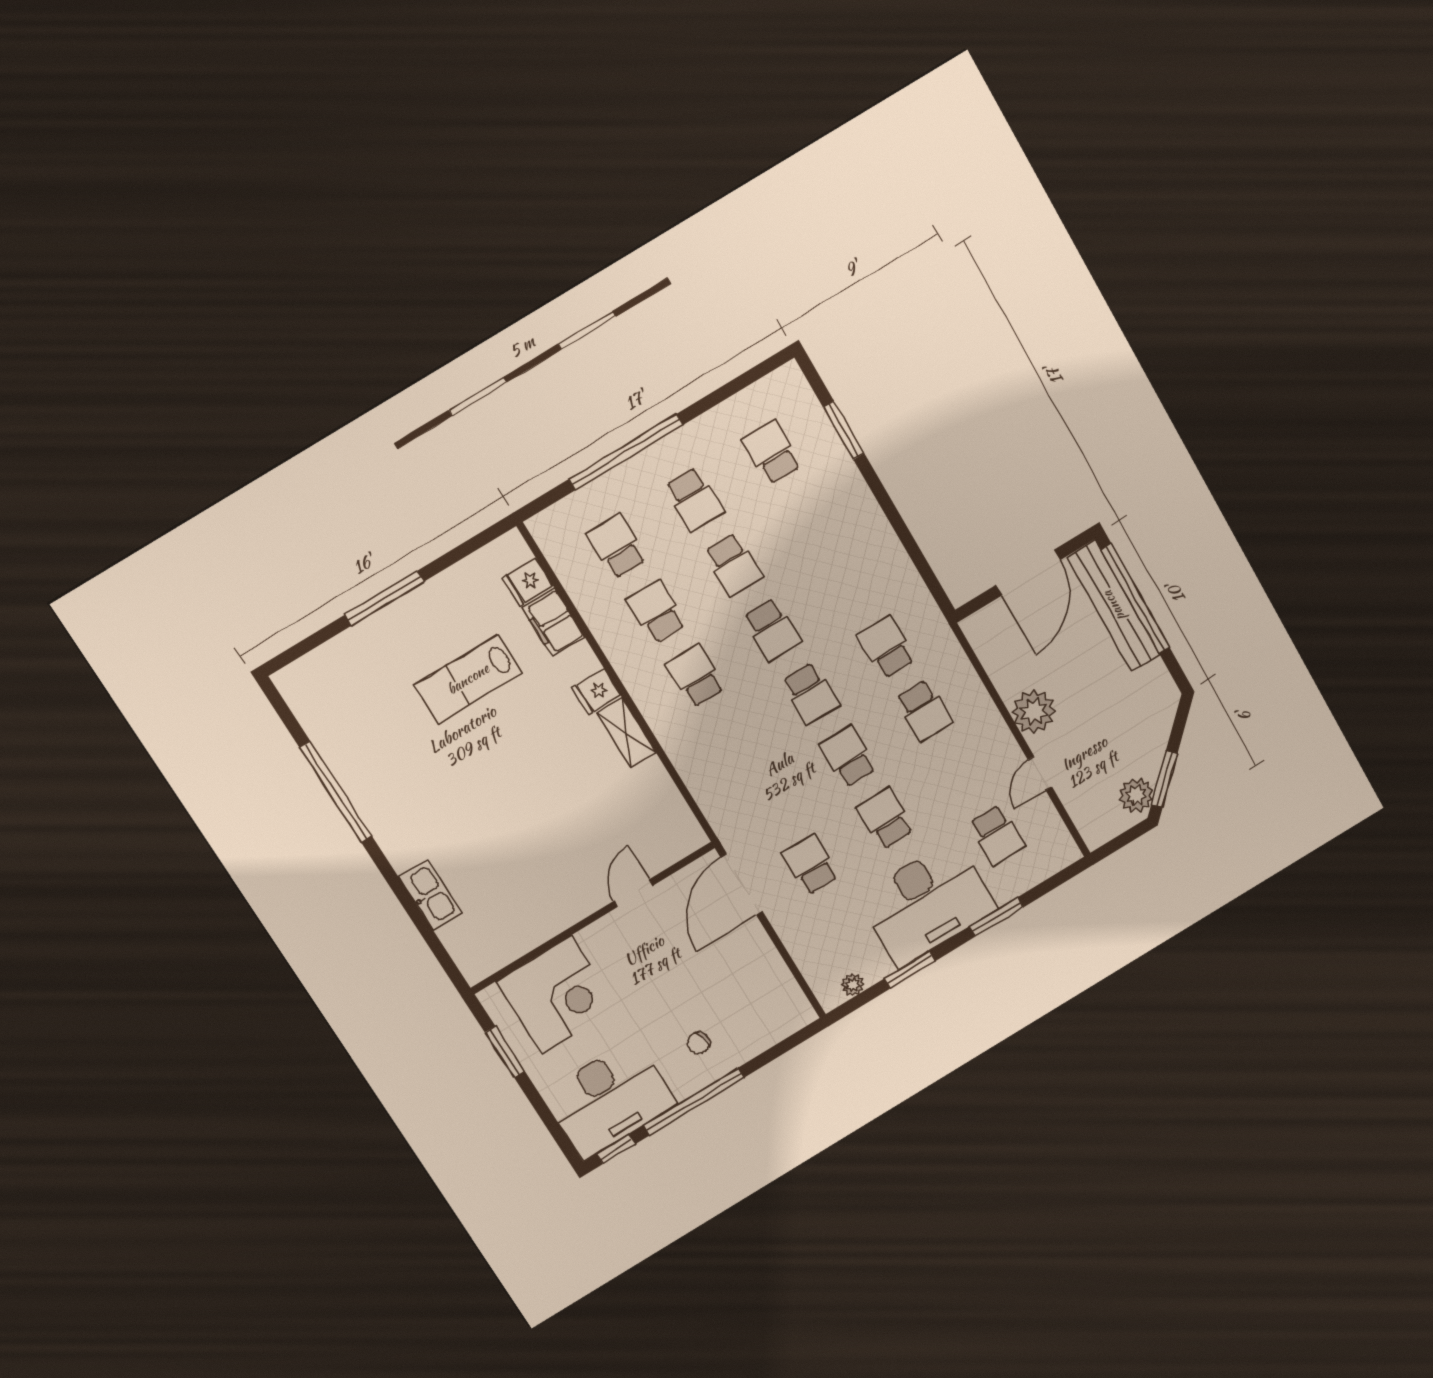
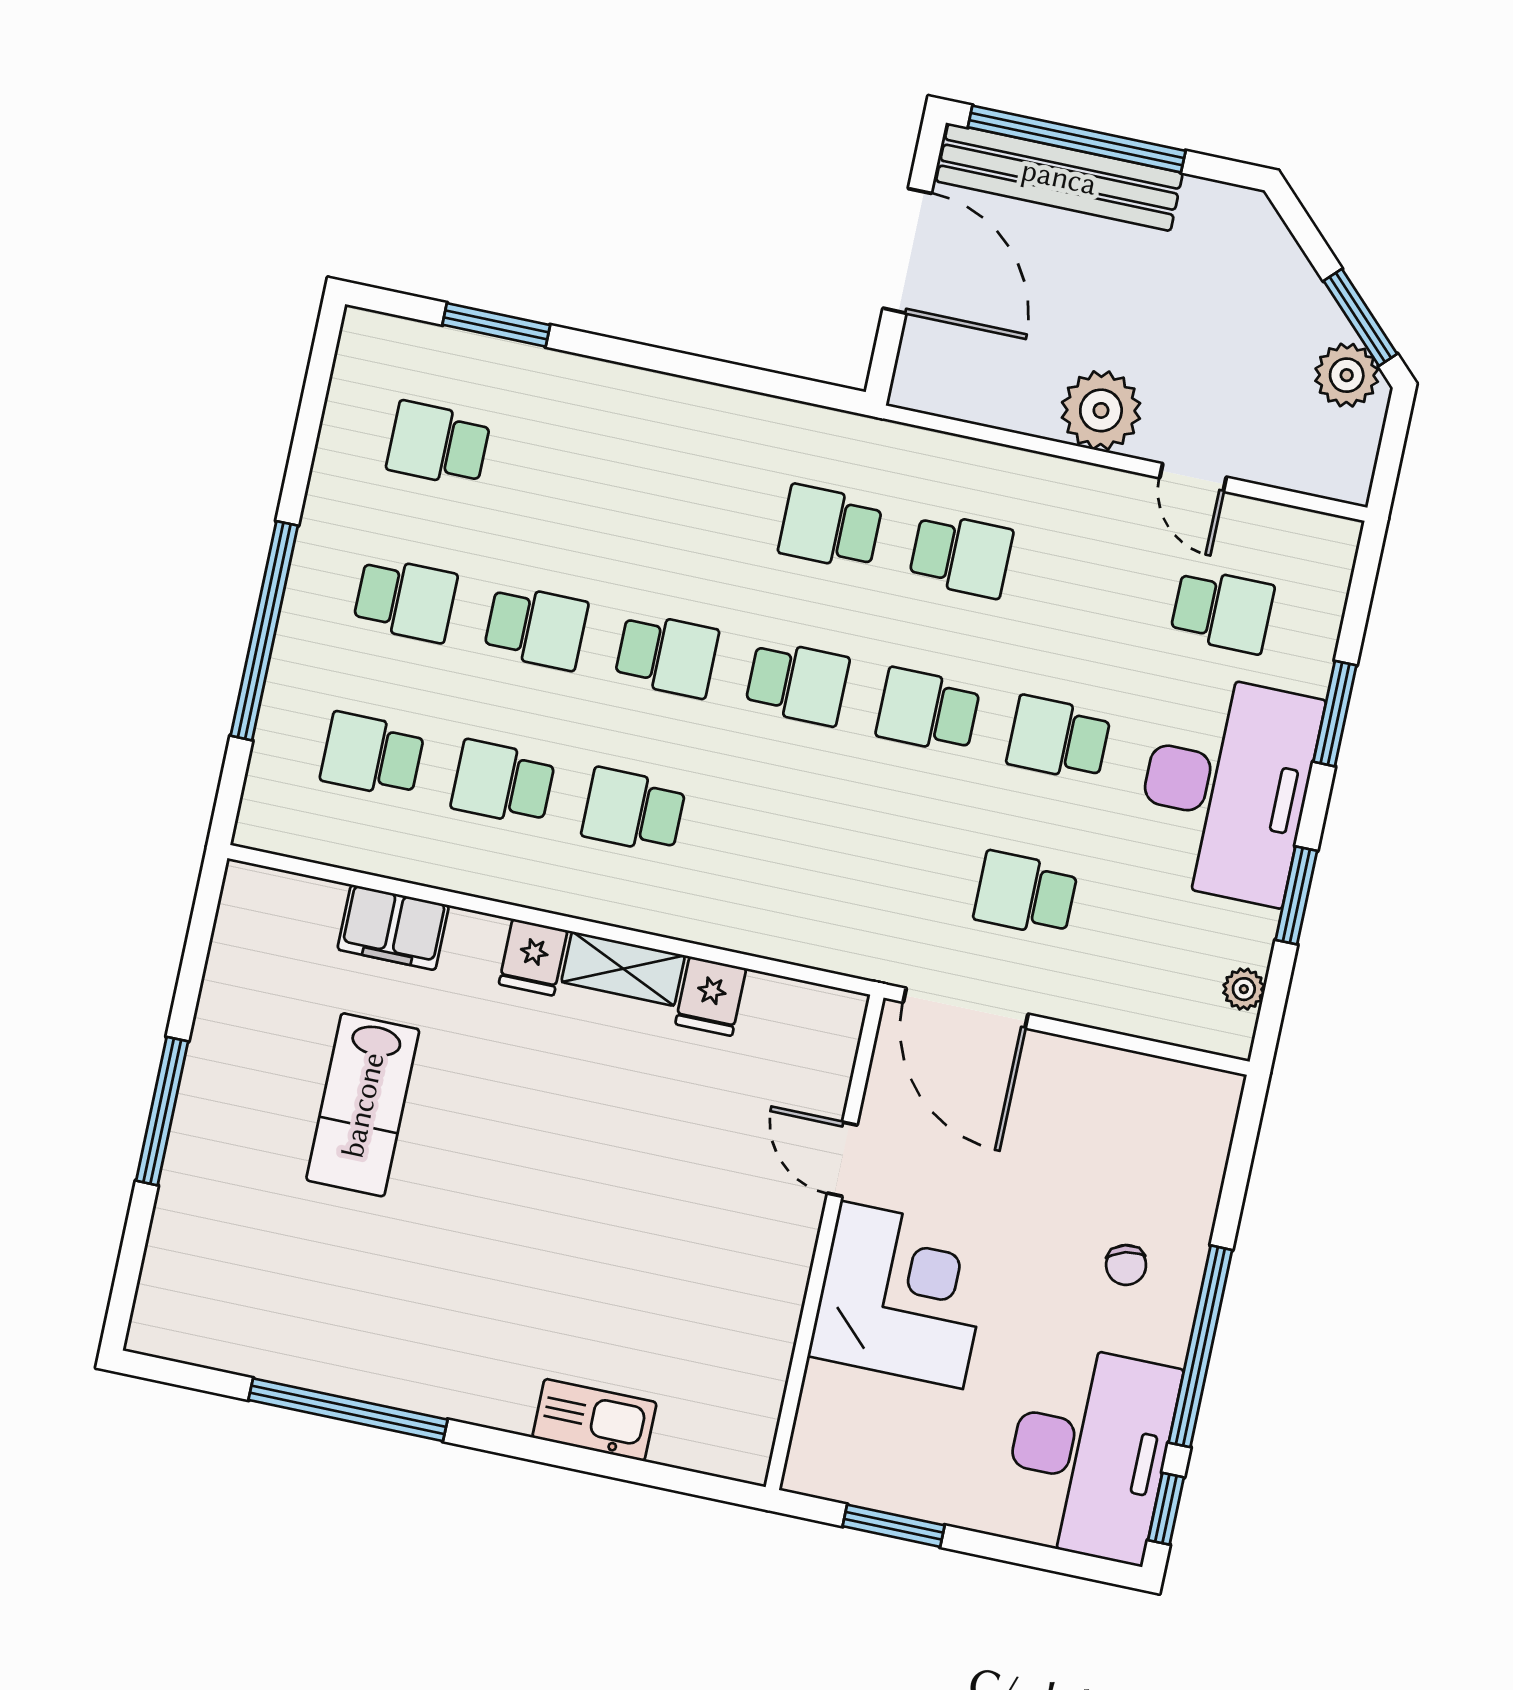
fridge: (528, 582) -> (711, 996), moved
corner desk: (557, 995) -> (902, 1295), moved

